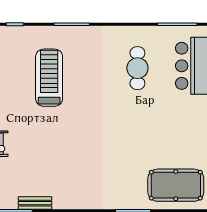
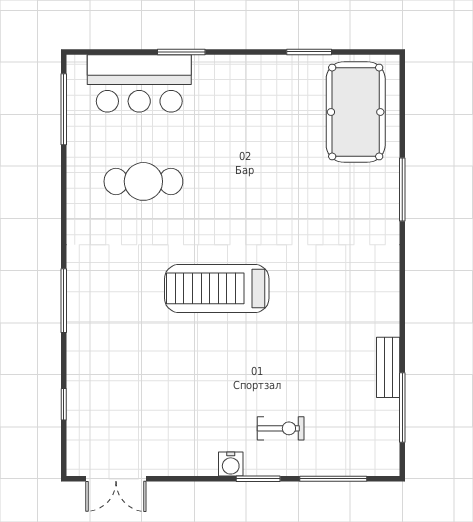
treadmill: (49, 78) -> (217, 288), moved

